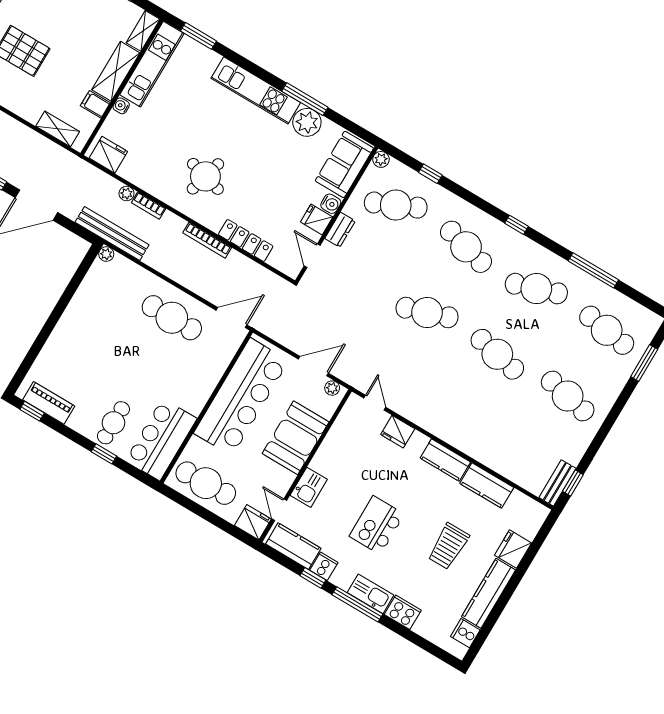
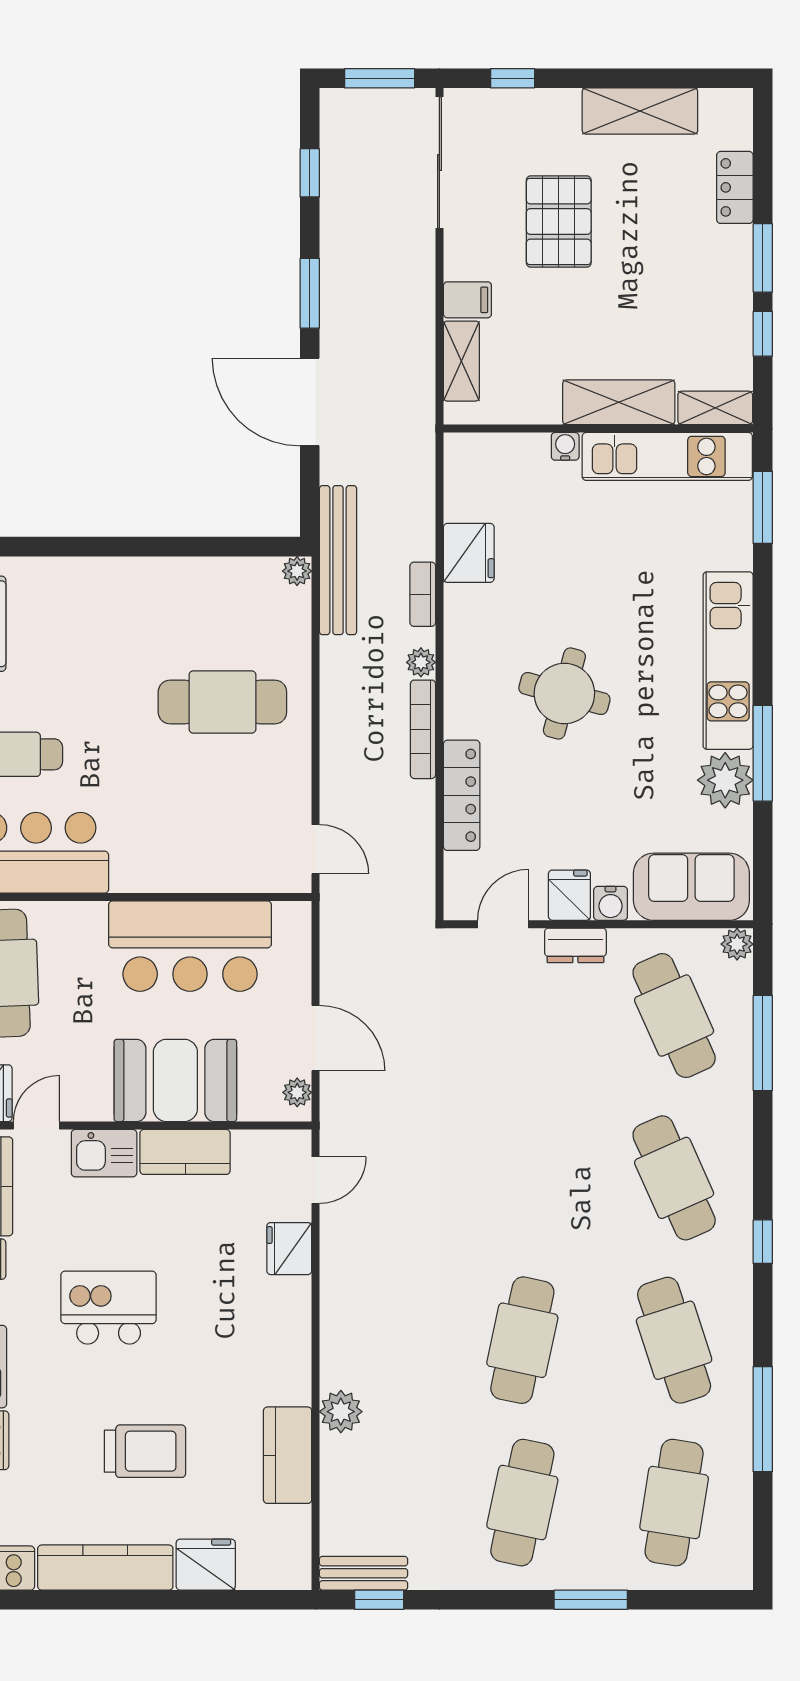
filing cabinet: (95, 104) -> (467, 300), moved, turned 90
fridge: (108, 155) -> (469, 553), moved
window: (430, 174) -> (763, 1043), width x2.17
round table: (205, 176) -> (564, 694), moved
plant: (127, 194) -> (421, 662), moved
cafe table: (466, 247) -> (674, 1178), turned -39
cafe table: (427, 313) -> (522, 1178), removed
cafe table: (172, 318) -> (222, 702), moved, turned 90
door: (231, 318) -> (316, 849), width x0.73
window: (644, 363) -> (591, 1600), moved
bar counter: (241, 397) -> (190, 946), width x0.73
plant: (482, 451) -> (341, 1412), added
kitchen counter: (445, 460) -> (185, 1152), moved, turned -90
trolley: (448, 546) -> (145, 1451), turned 180

